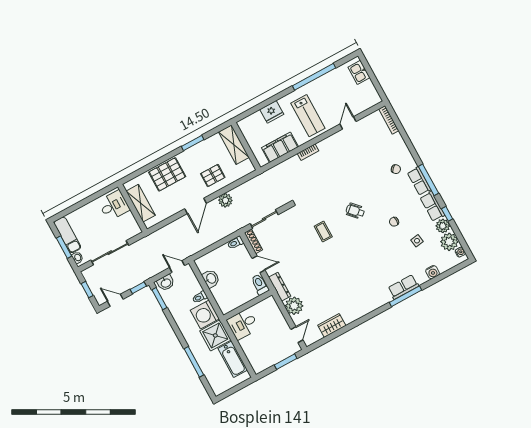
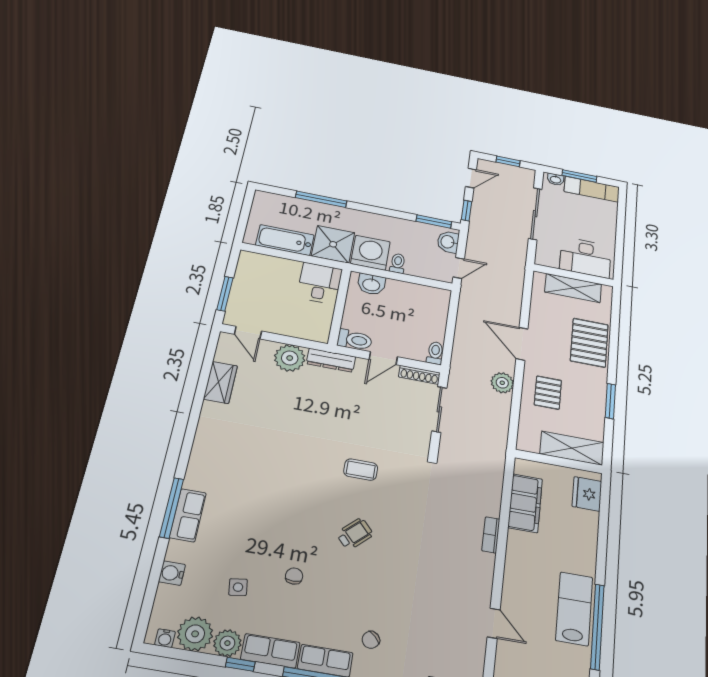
fridge: (272, 112) -> (587, 494), moved
lab bench: (308, 116) -> (574, 609), moved, turned 90
desk: (114, 206) -> (585, 258), width x1.37
washbasin: (211, 279) -> (371, 284), moved

